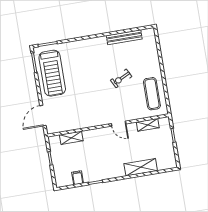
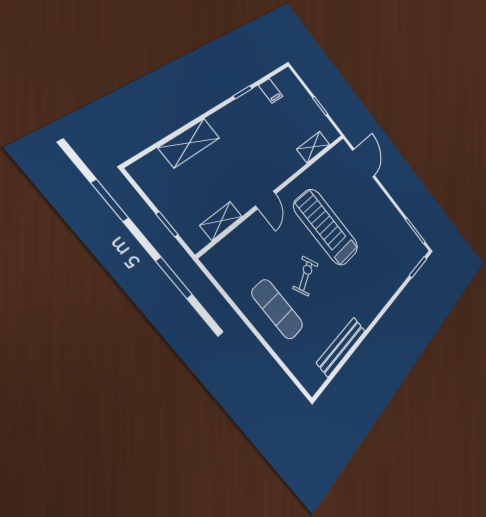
treadmill: (52, 73) -> (326, 227), moved
exercise mat: (152, 94) -> (277, 309), moved
door: (119, 124) -> (266, 200), swing flipped

